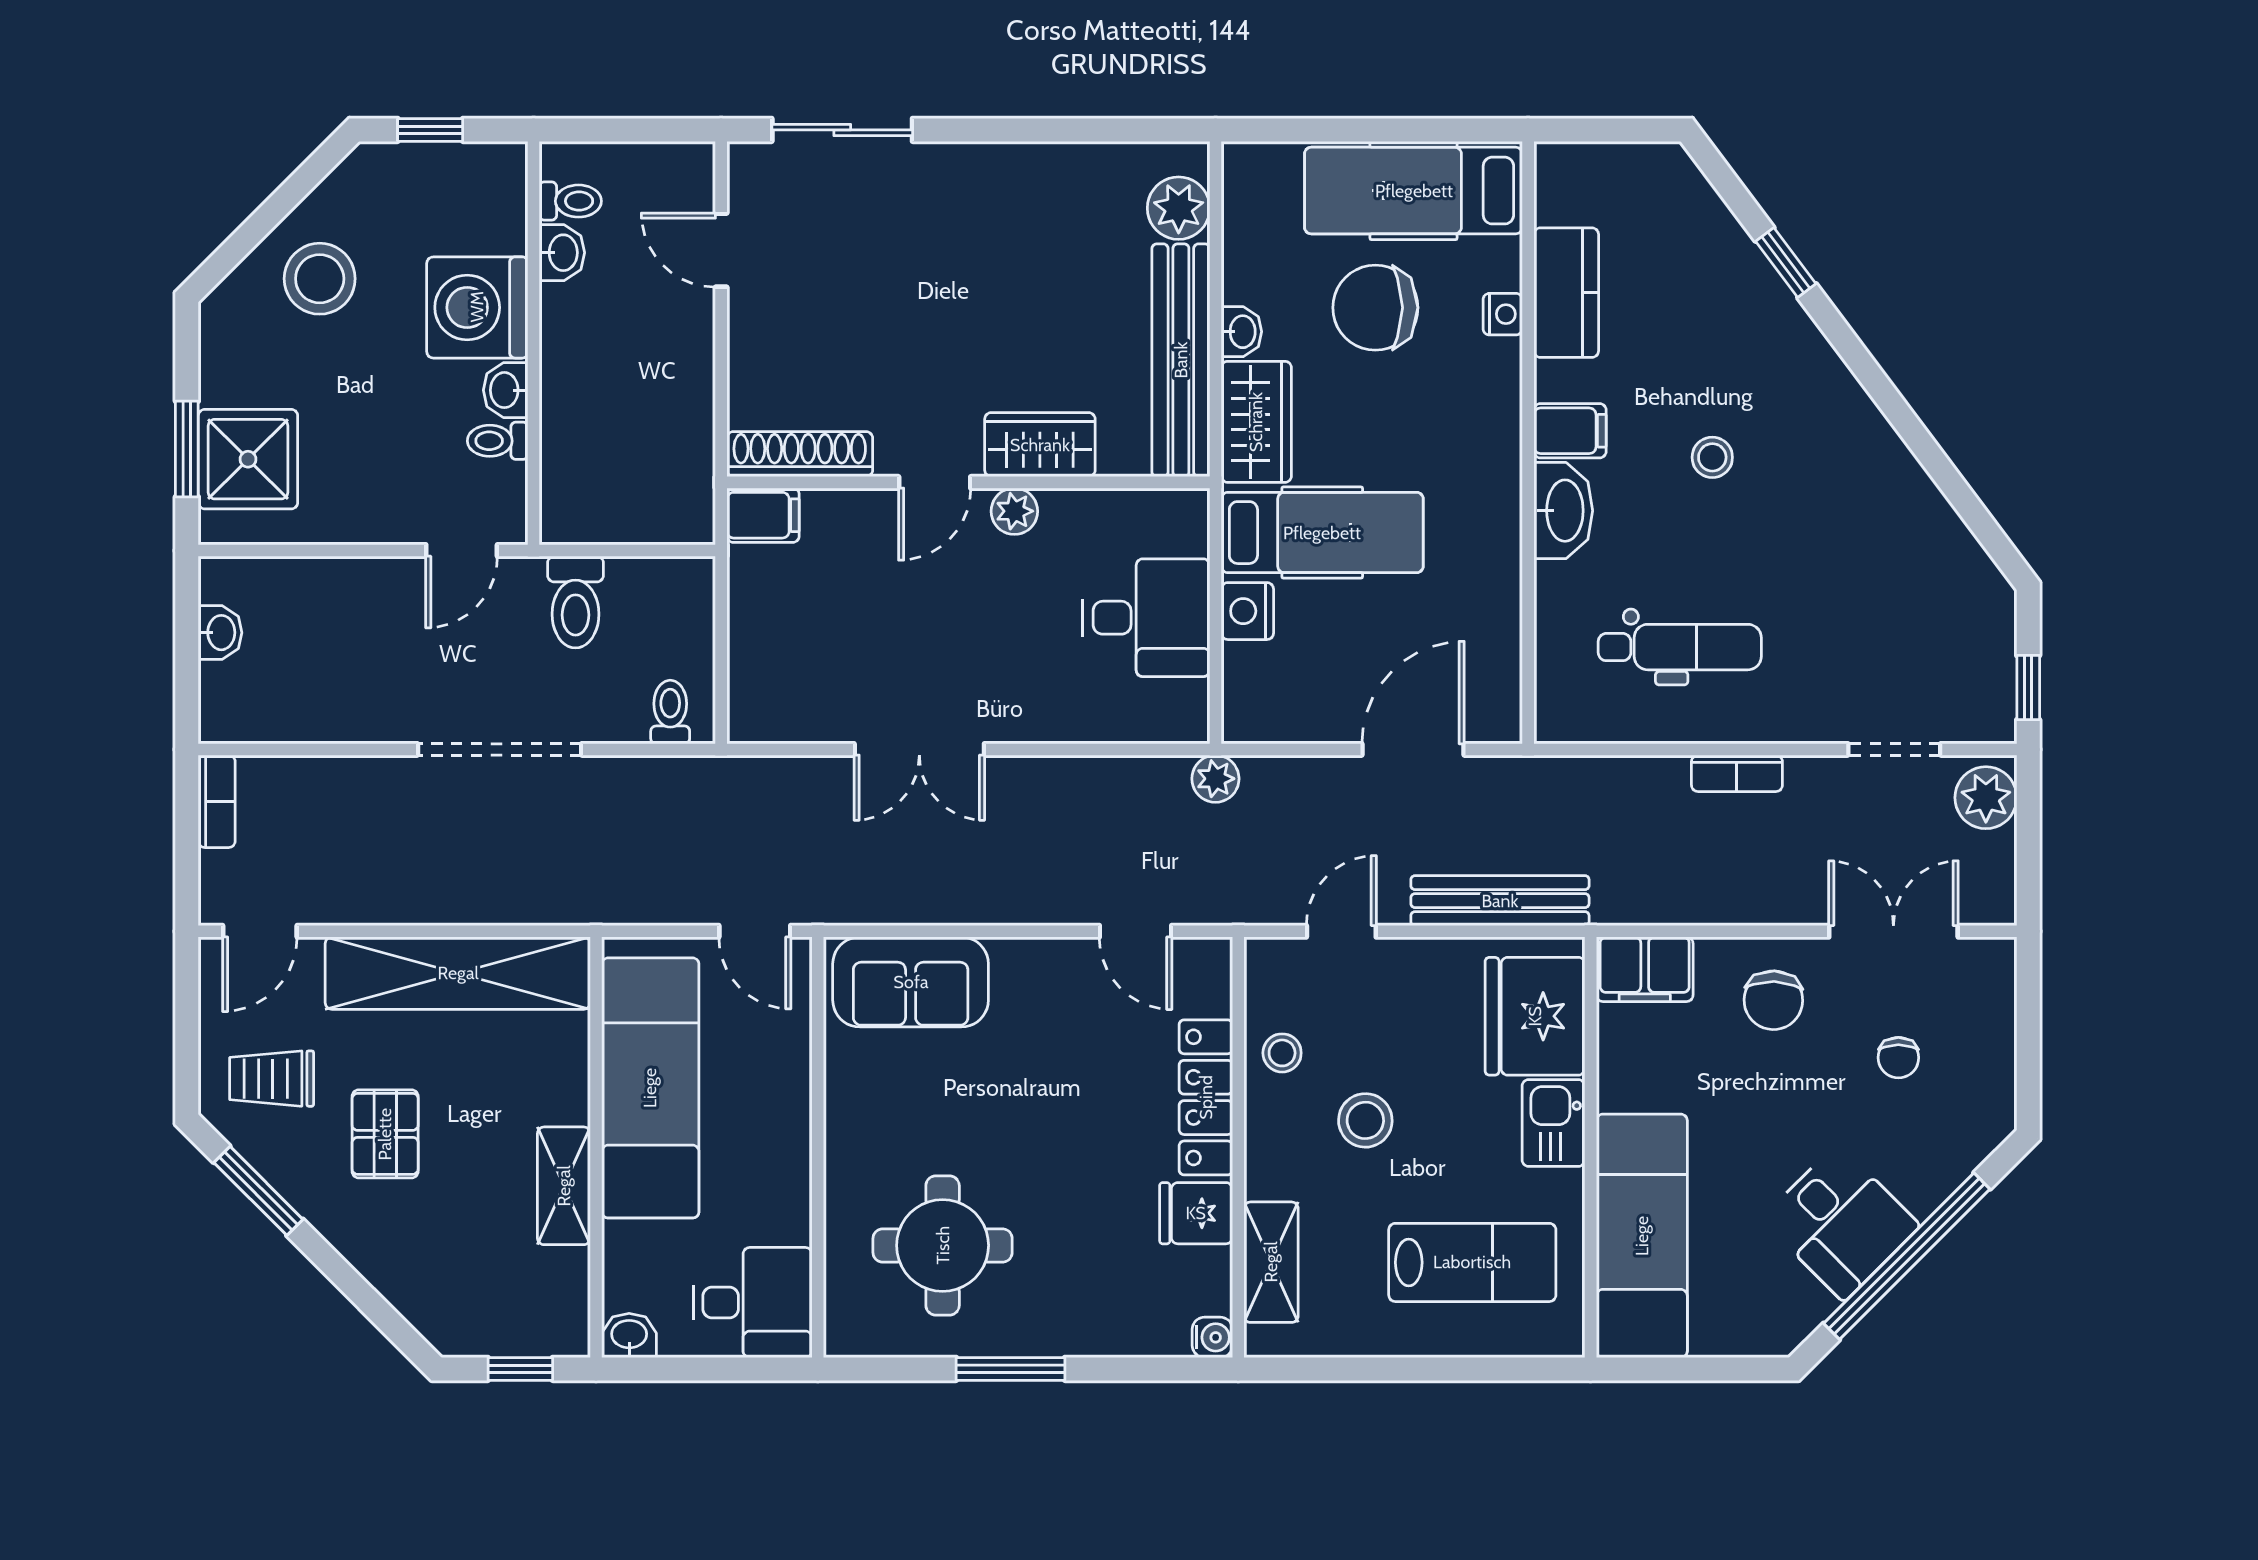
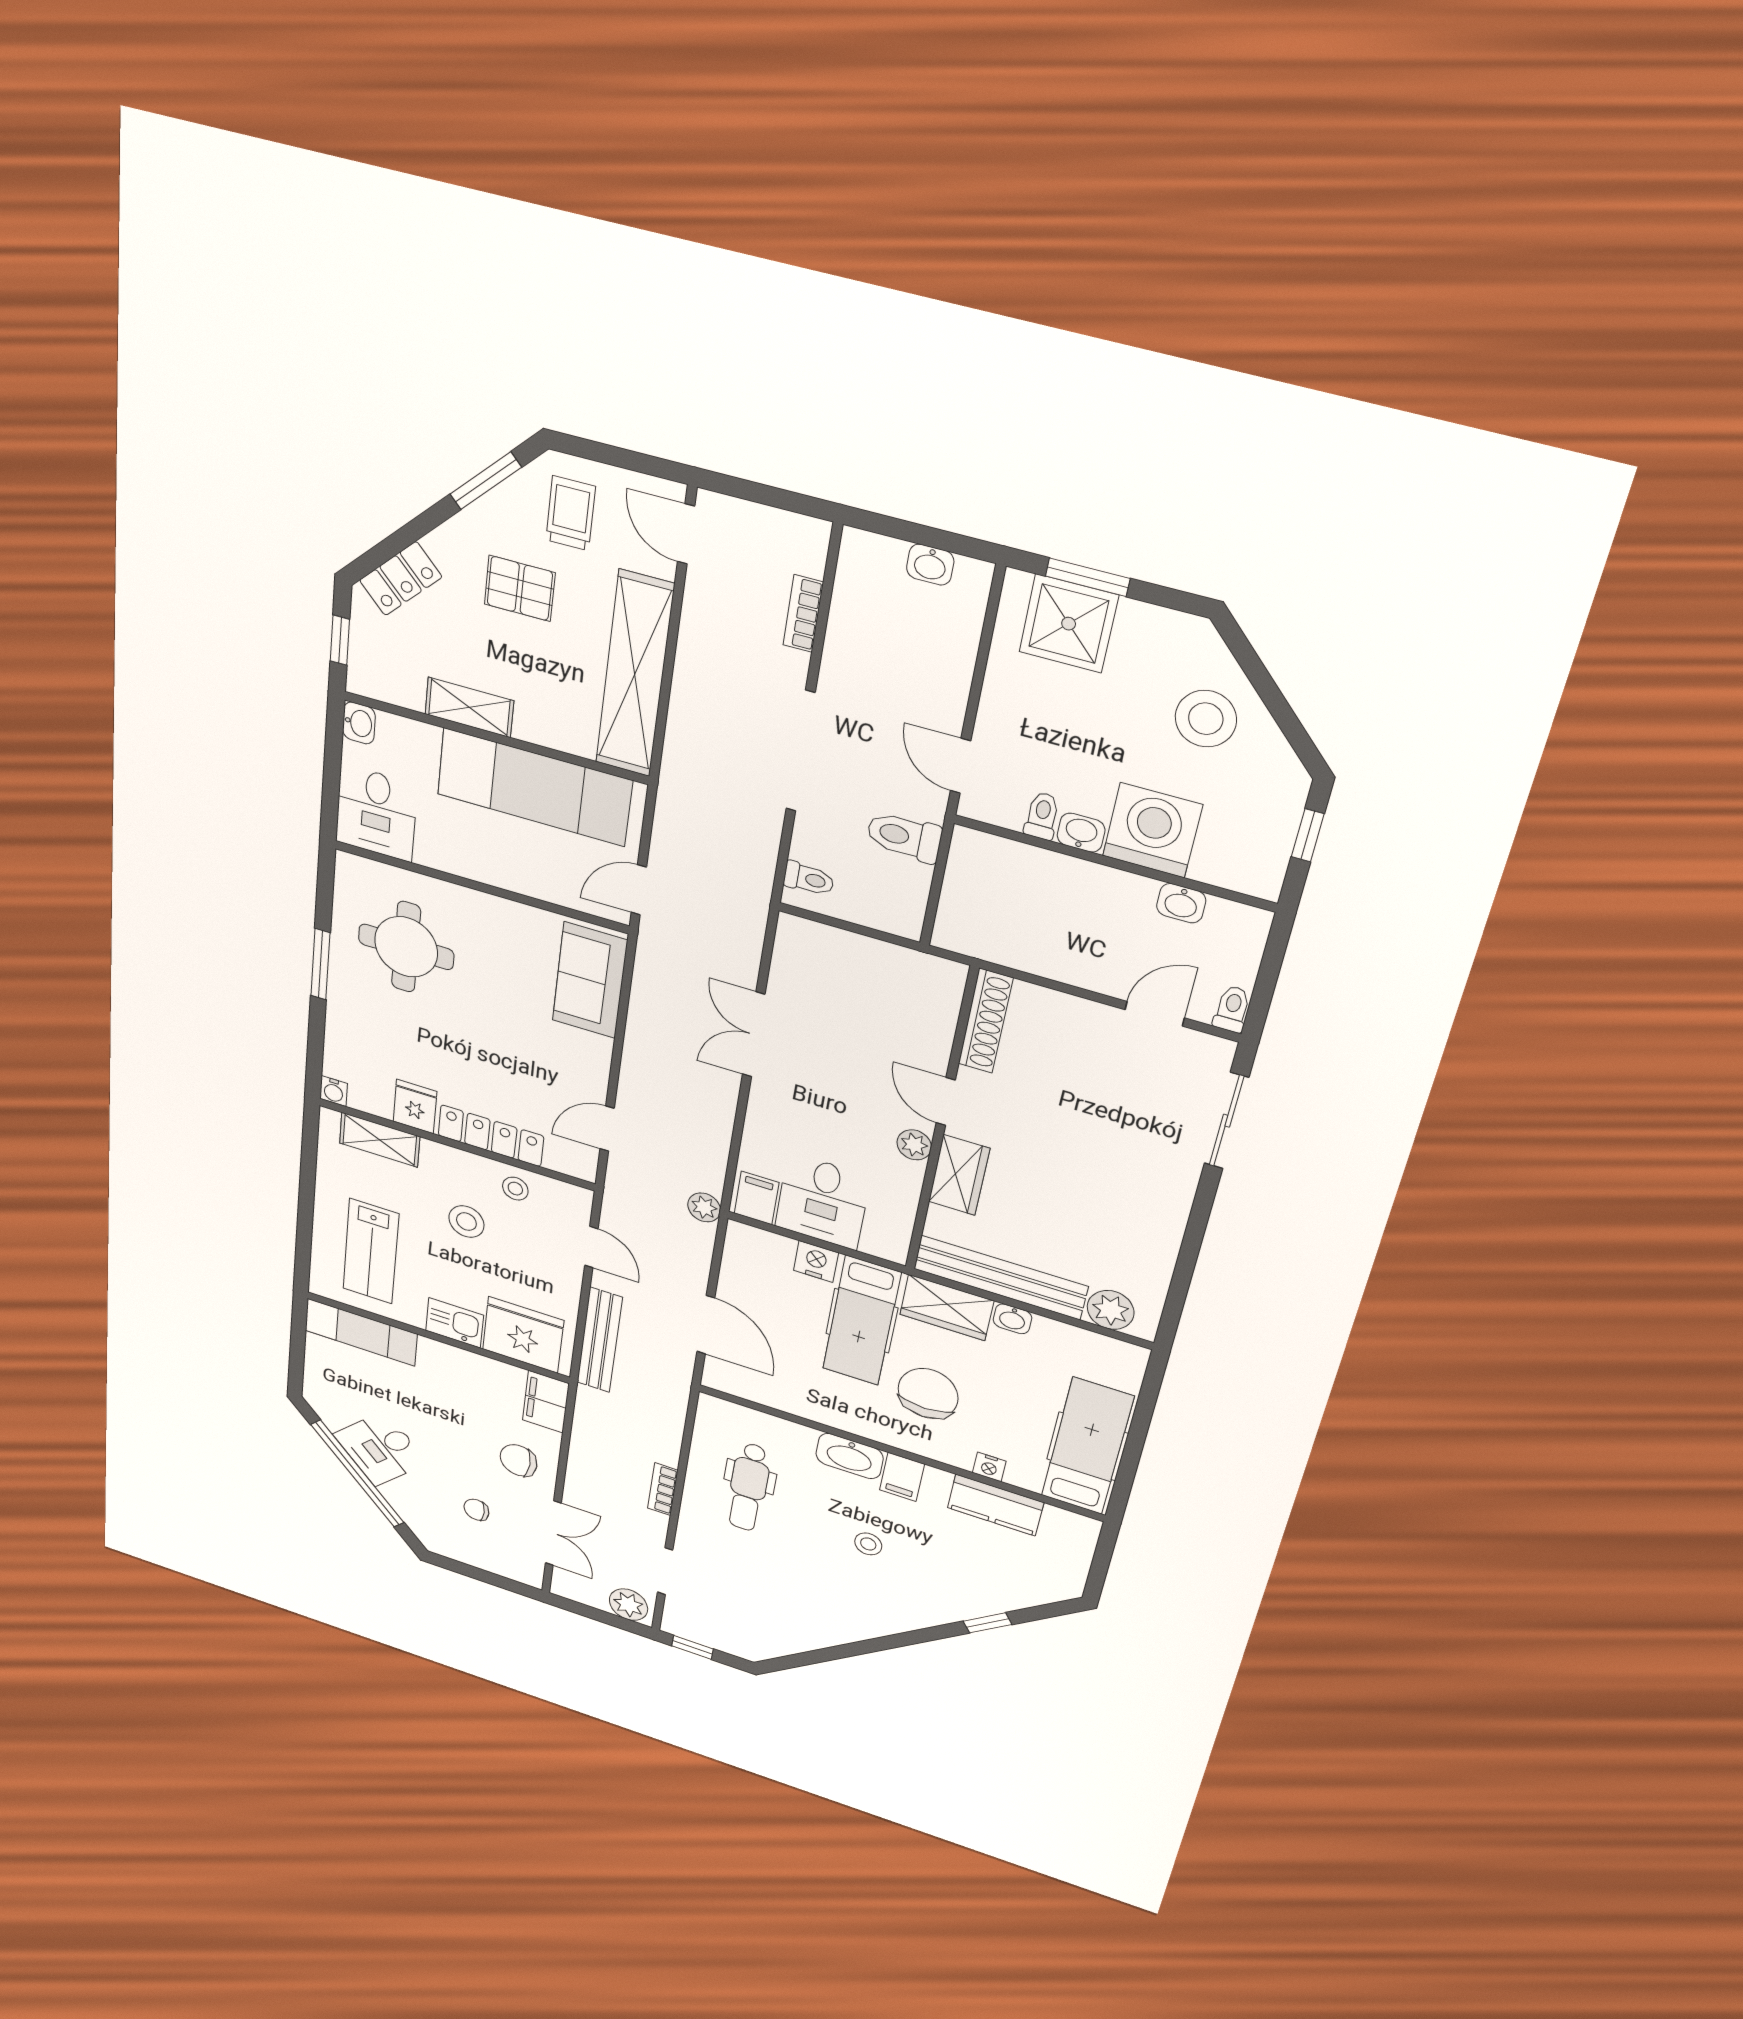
toilet: (570, 201) -> (1232, 1009), moved, turned 180
chair: (1375, 308) -> (928, 1394), moved
filing cabinet: (763, 515) -> (757, 1198), moved, turned 180
bookcase: (217, 801) -> (803, 614), moved, turned 90
exam couch: (1642, 1236) -> (361, 1332), width x0.73, depth x0.69
locker: (414, 1292) -> (401, 579), added

